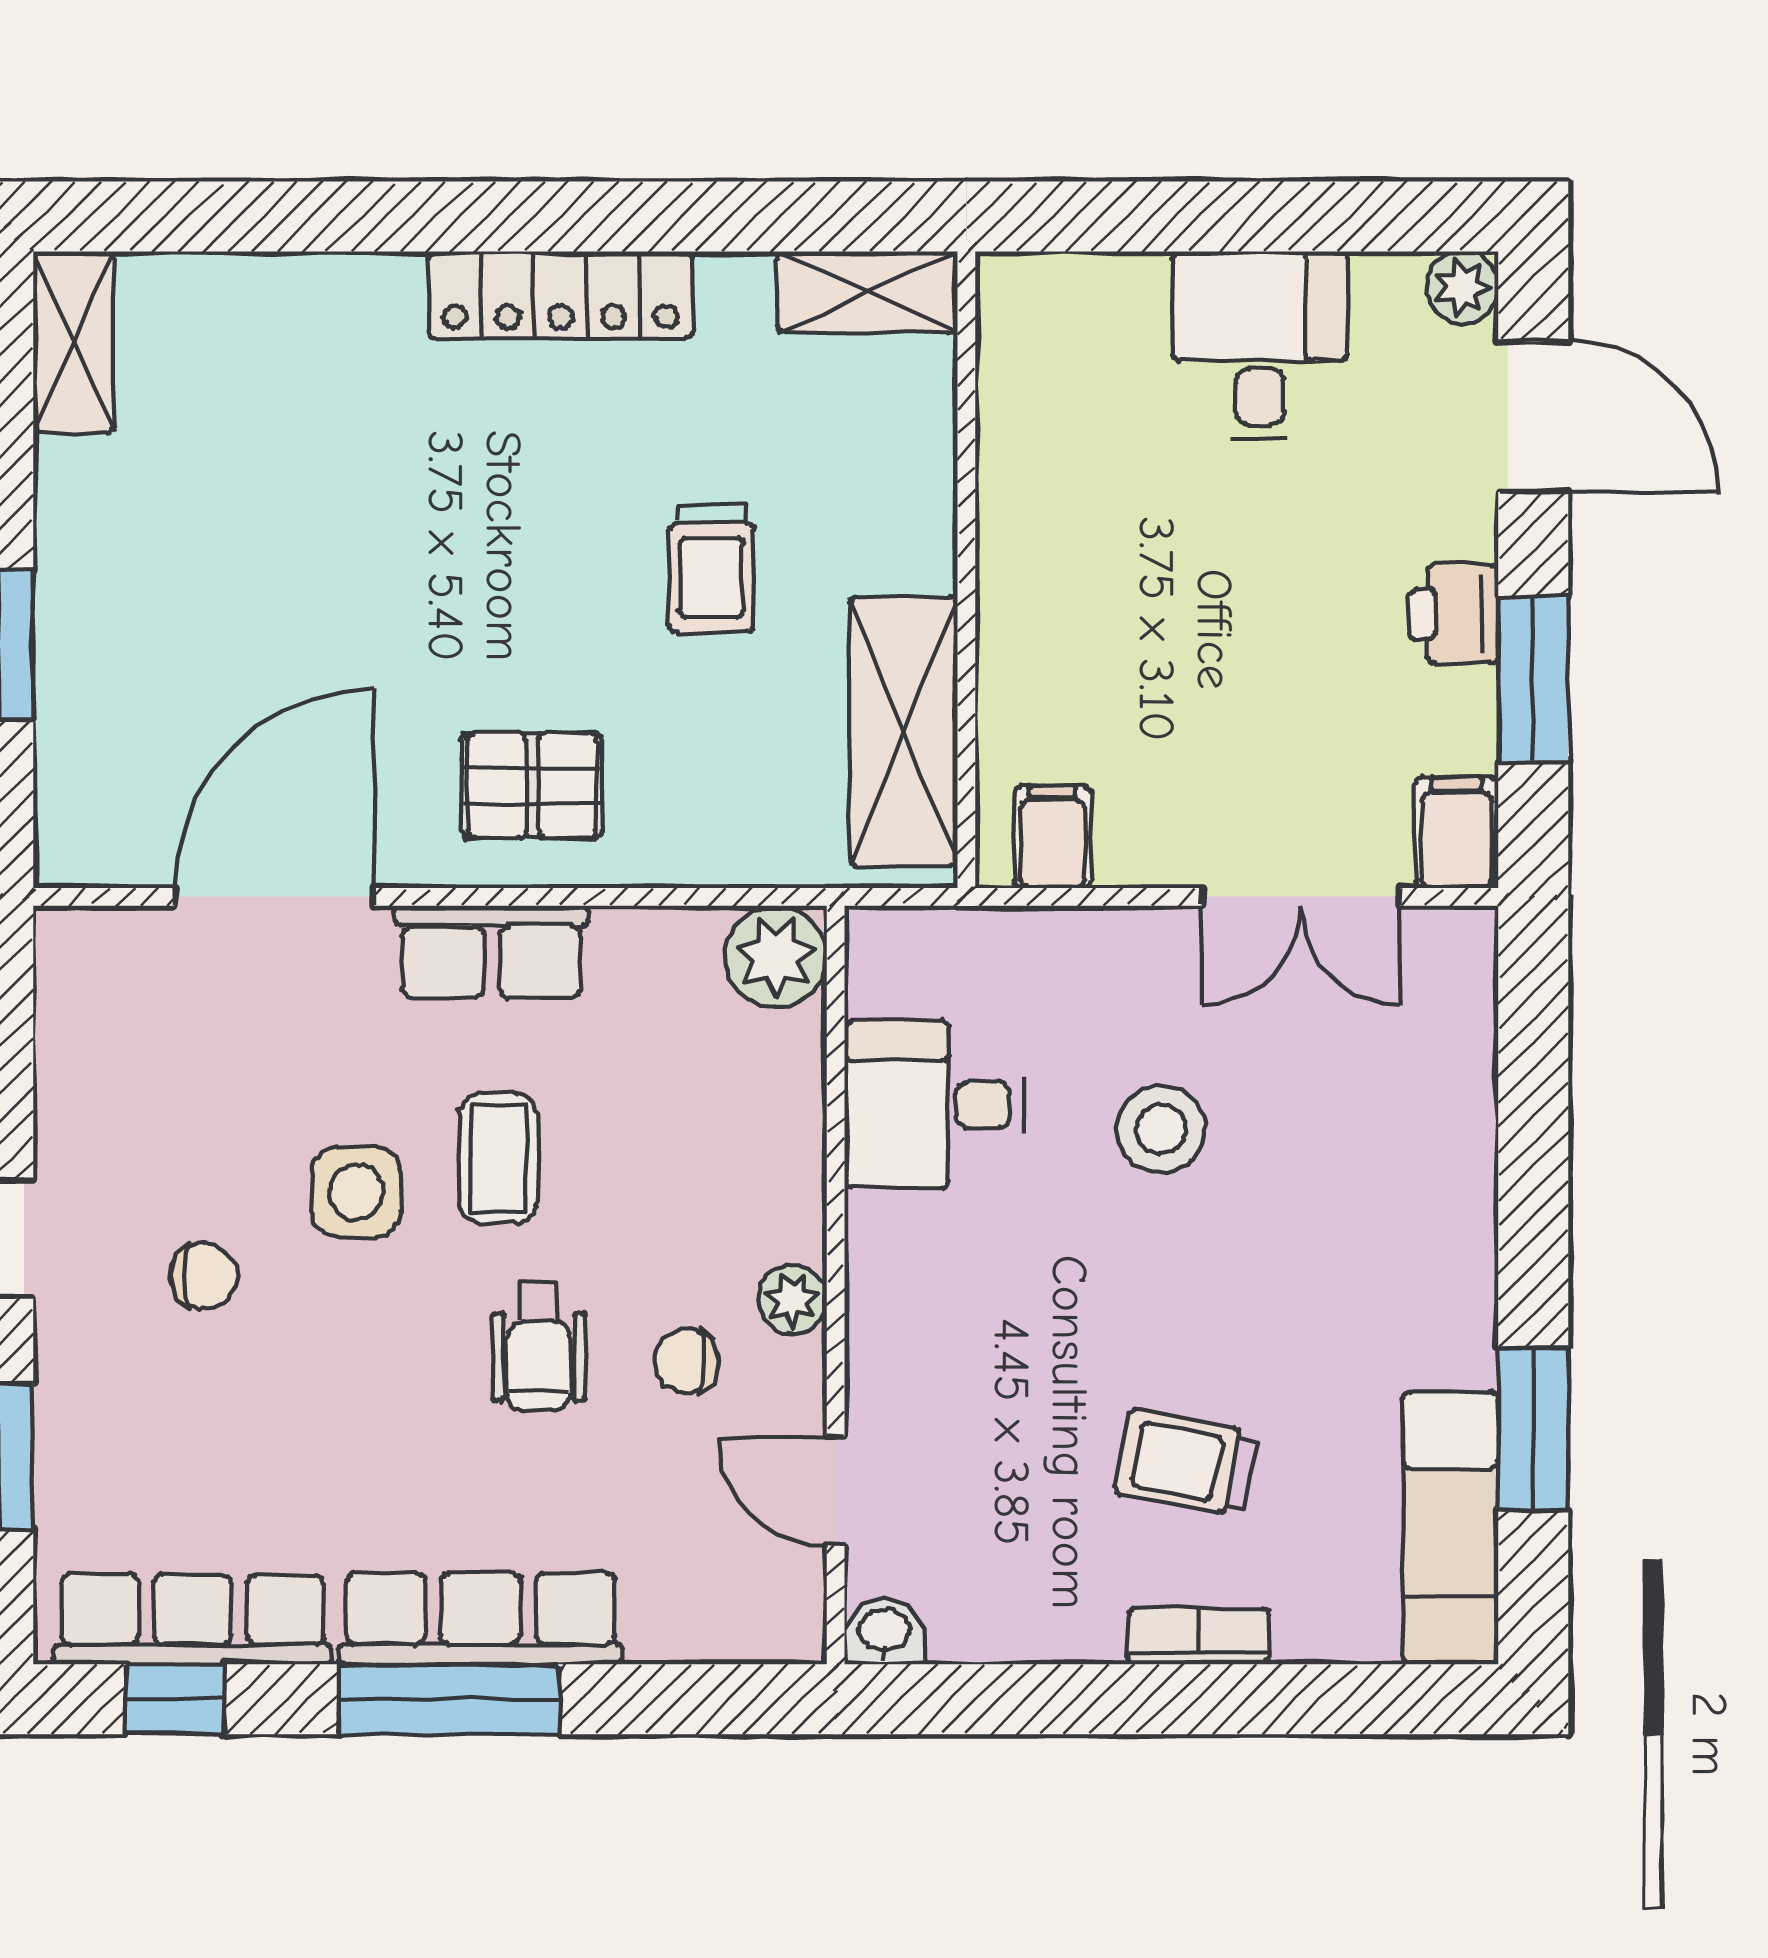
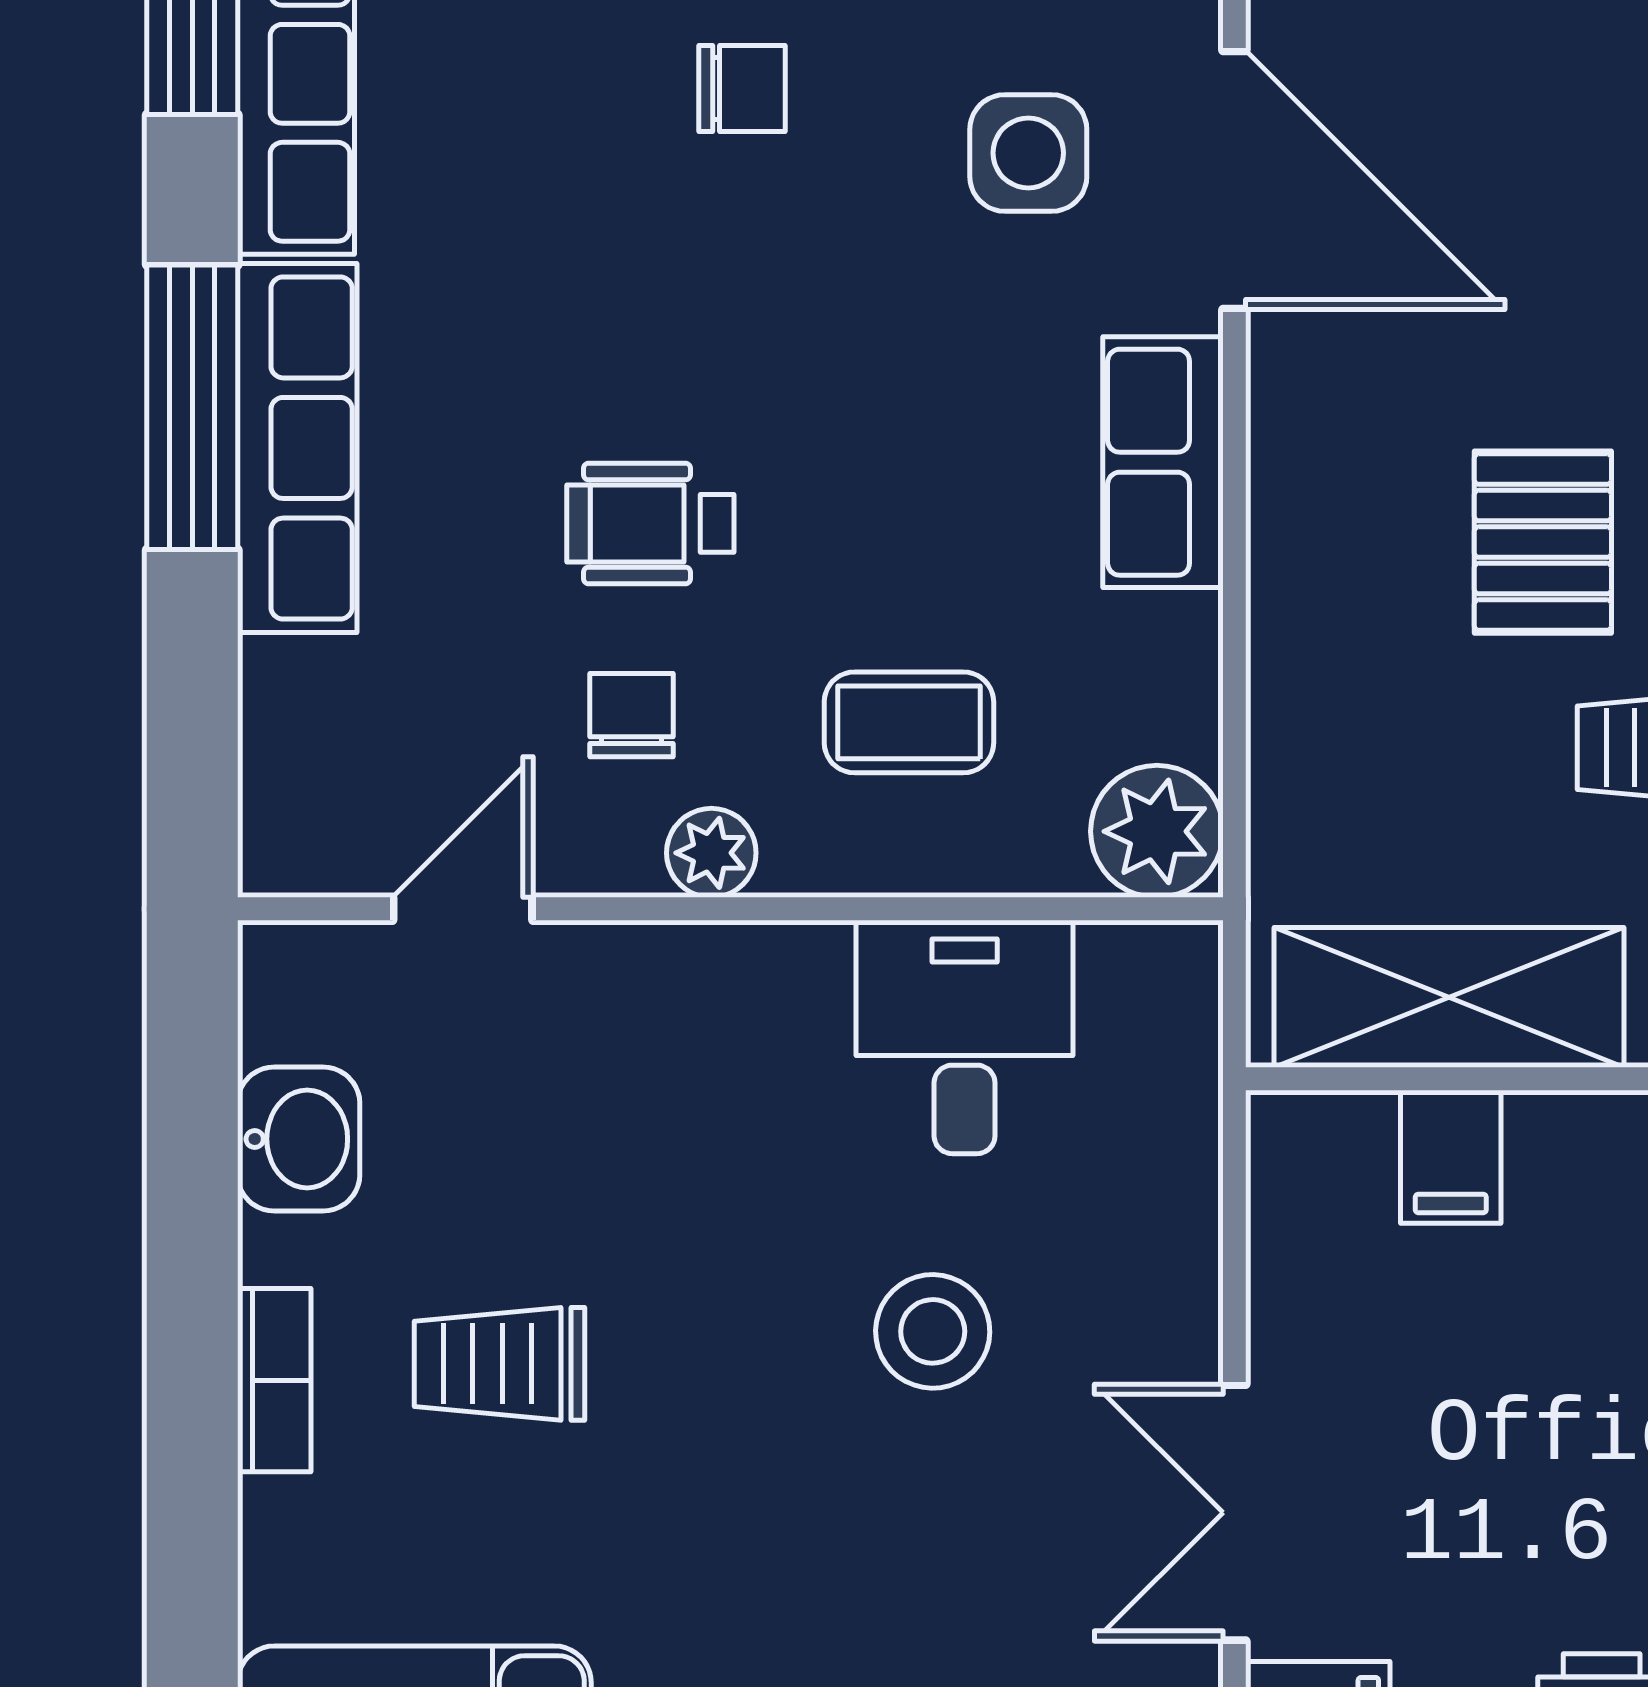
pallet: (532, 786) -> (1543, 542), moved
filing cabinet: (1053, 837) -> (1451, 1157), moved, turned 90
coffee table: (498, 1158) -> (909, 722), moved
side table: (356, 1192) -> (1028, 153), moved
chair: (204, 1276) -> (742, 89), turned -90
trolley: (1186, 1463) -> (499, 1364), turned -101
washbasin: (884, 1632) -> (299, 1139), moved, width x1.38, depth x1.45

